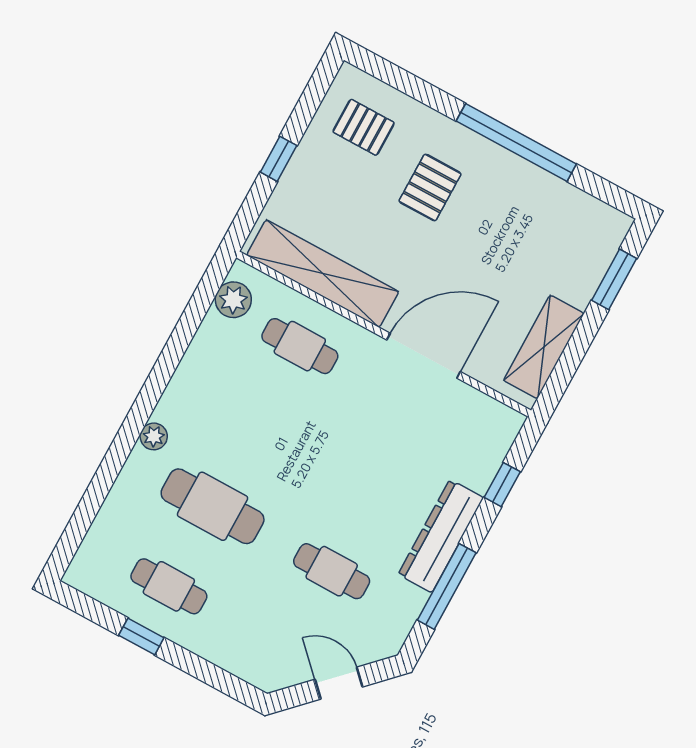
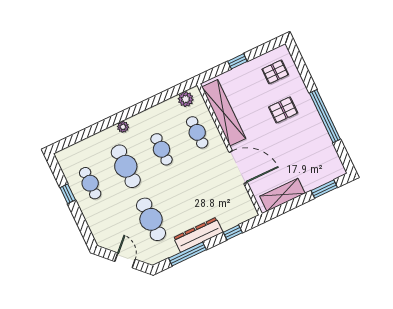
pallet: (364, 127) -> (275, 72), turned 90
cafe table: (256, 426) -> (161, 149), added
cafe table: (332, 571) -> (151, 219), width x1.37, depth x1.35

